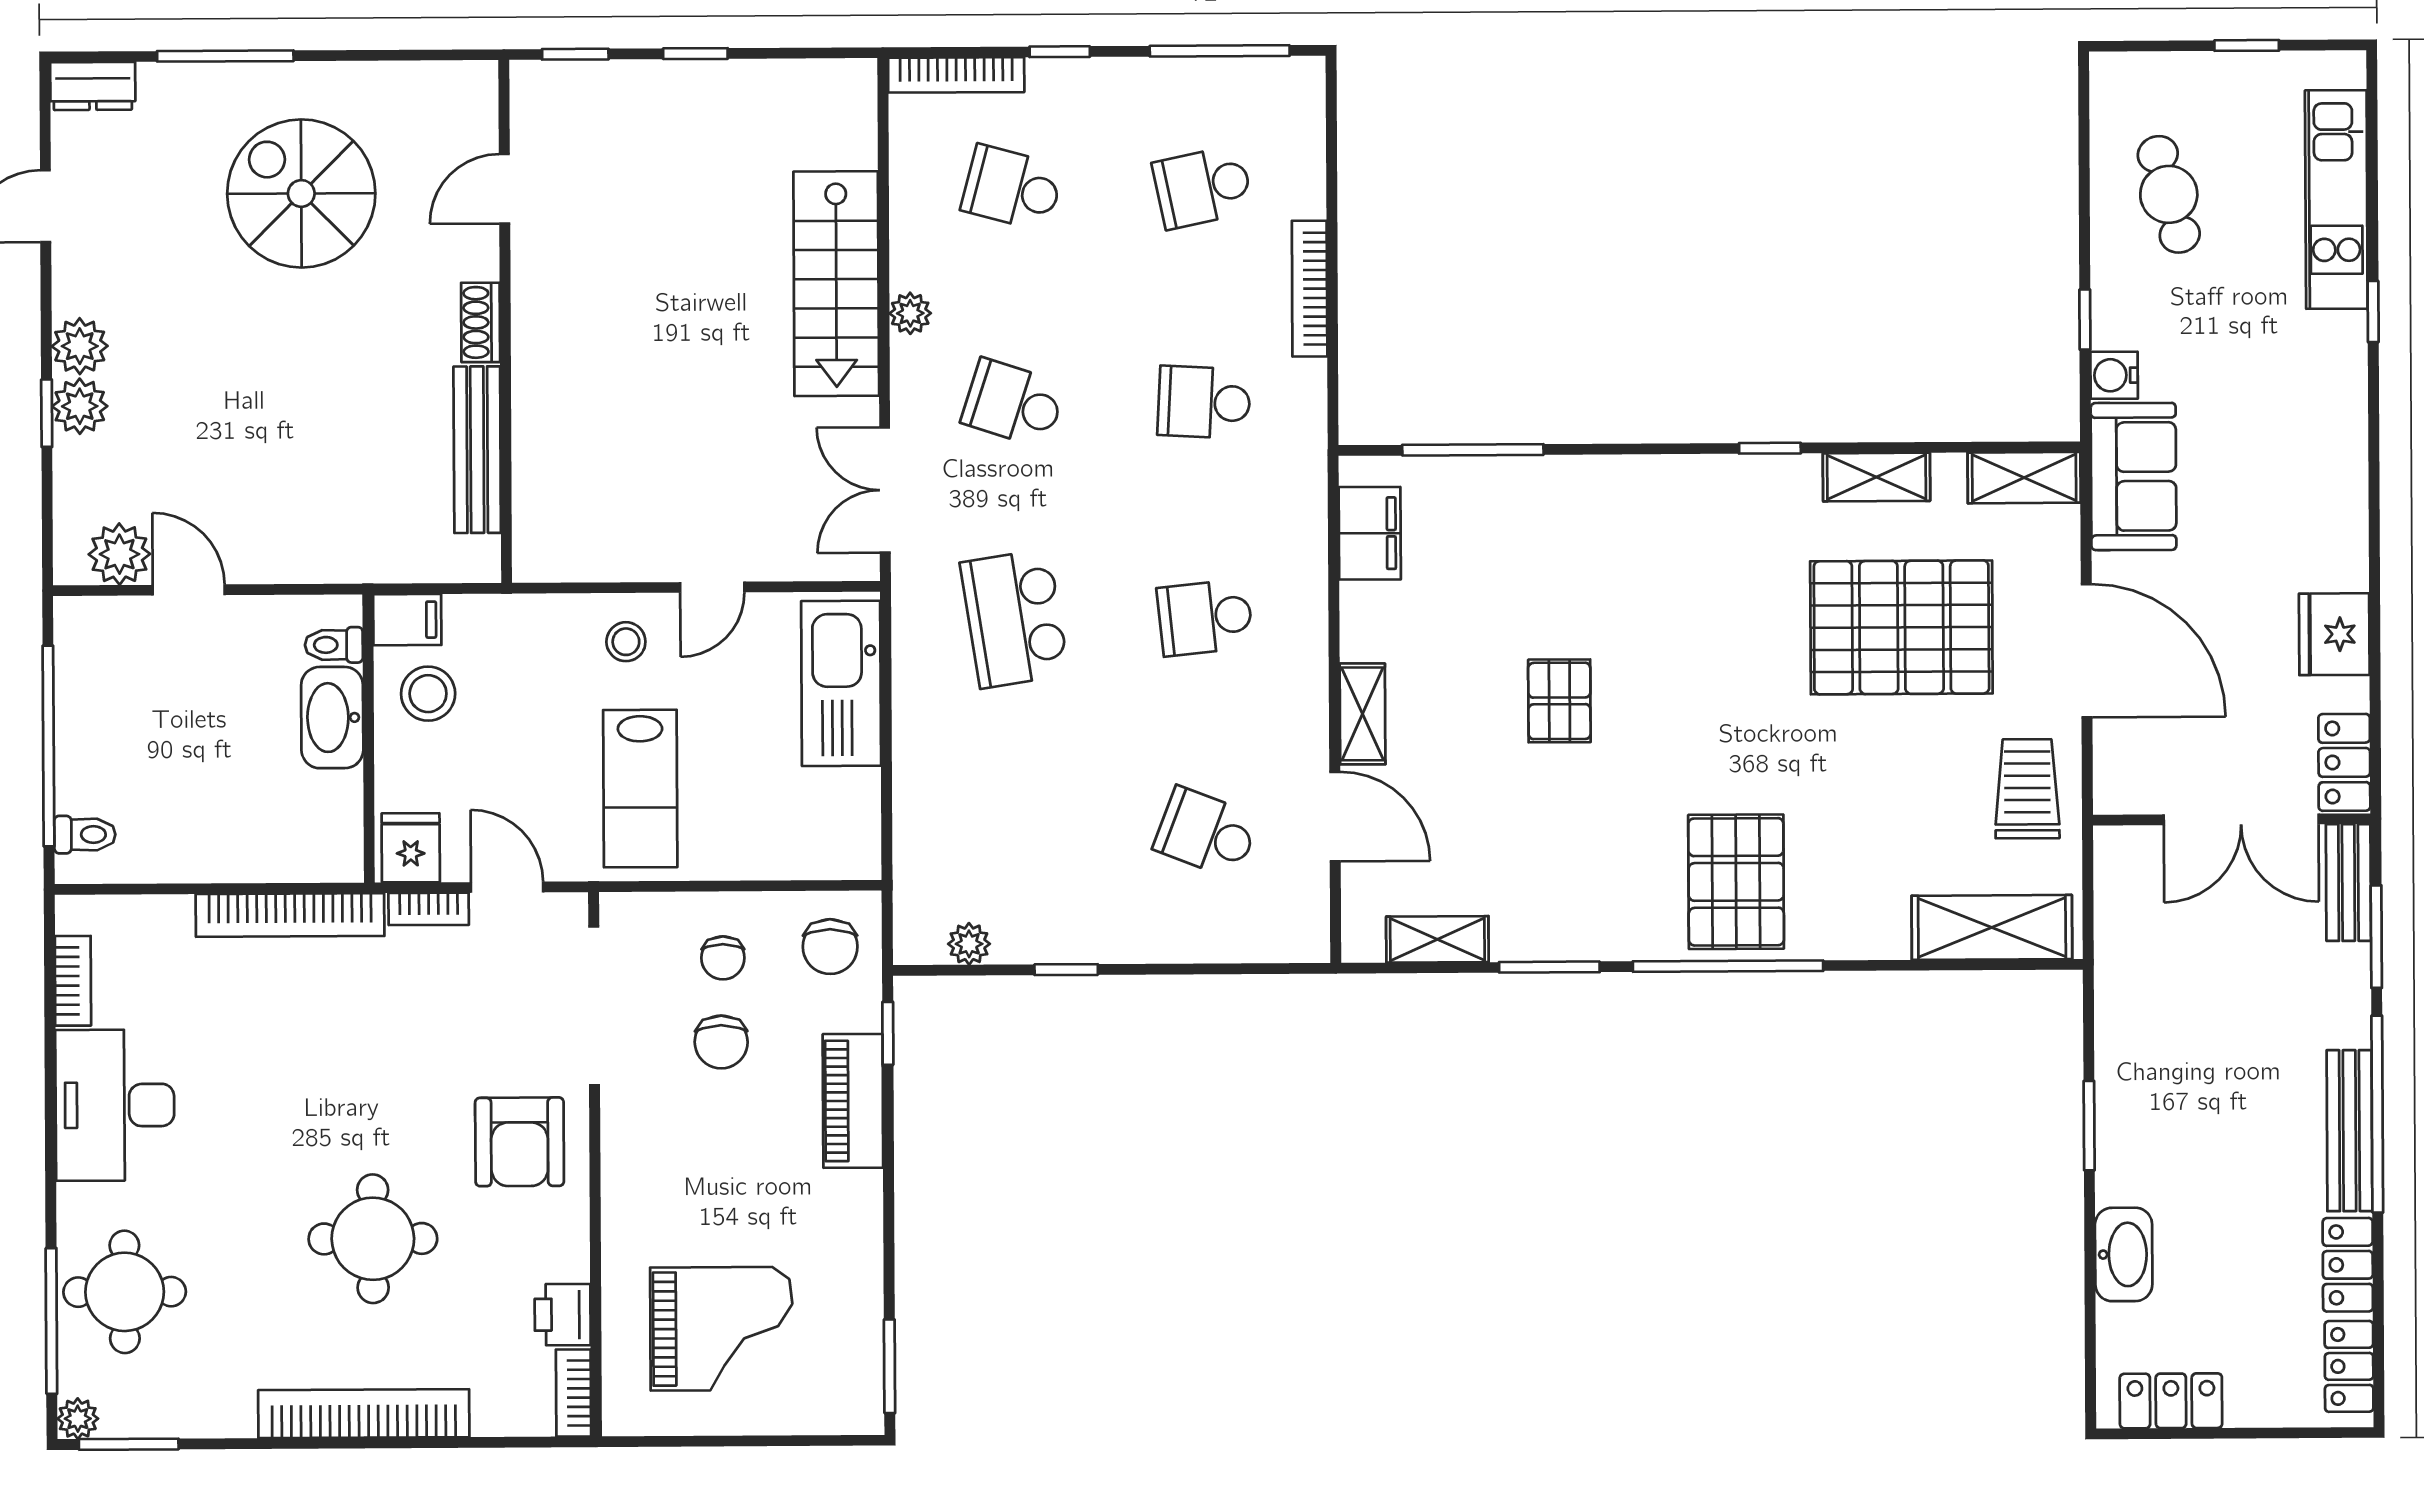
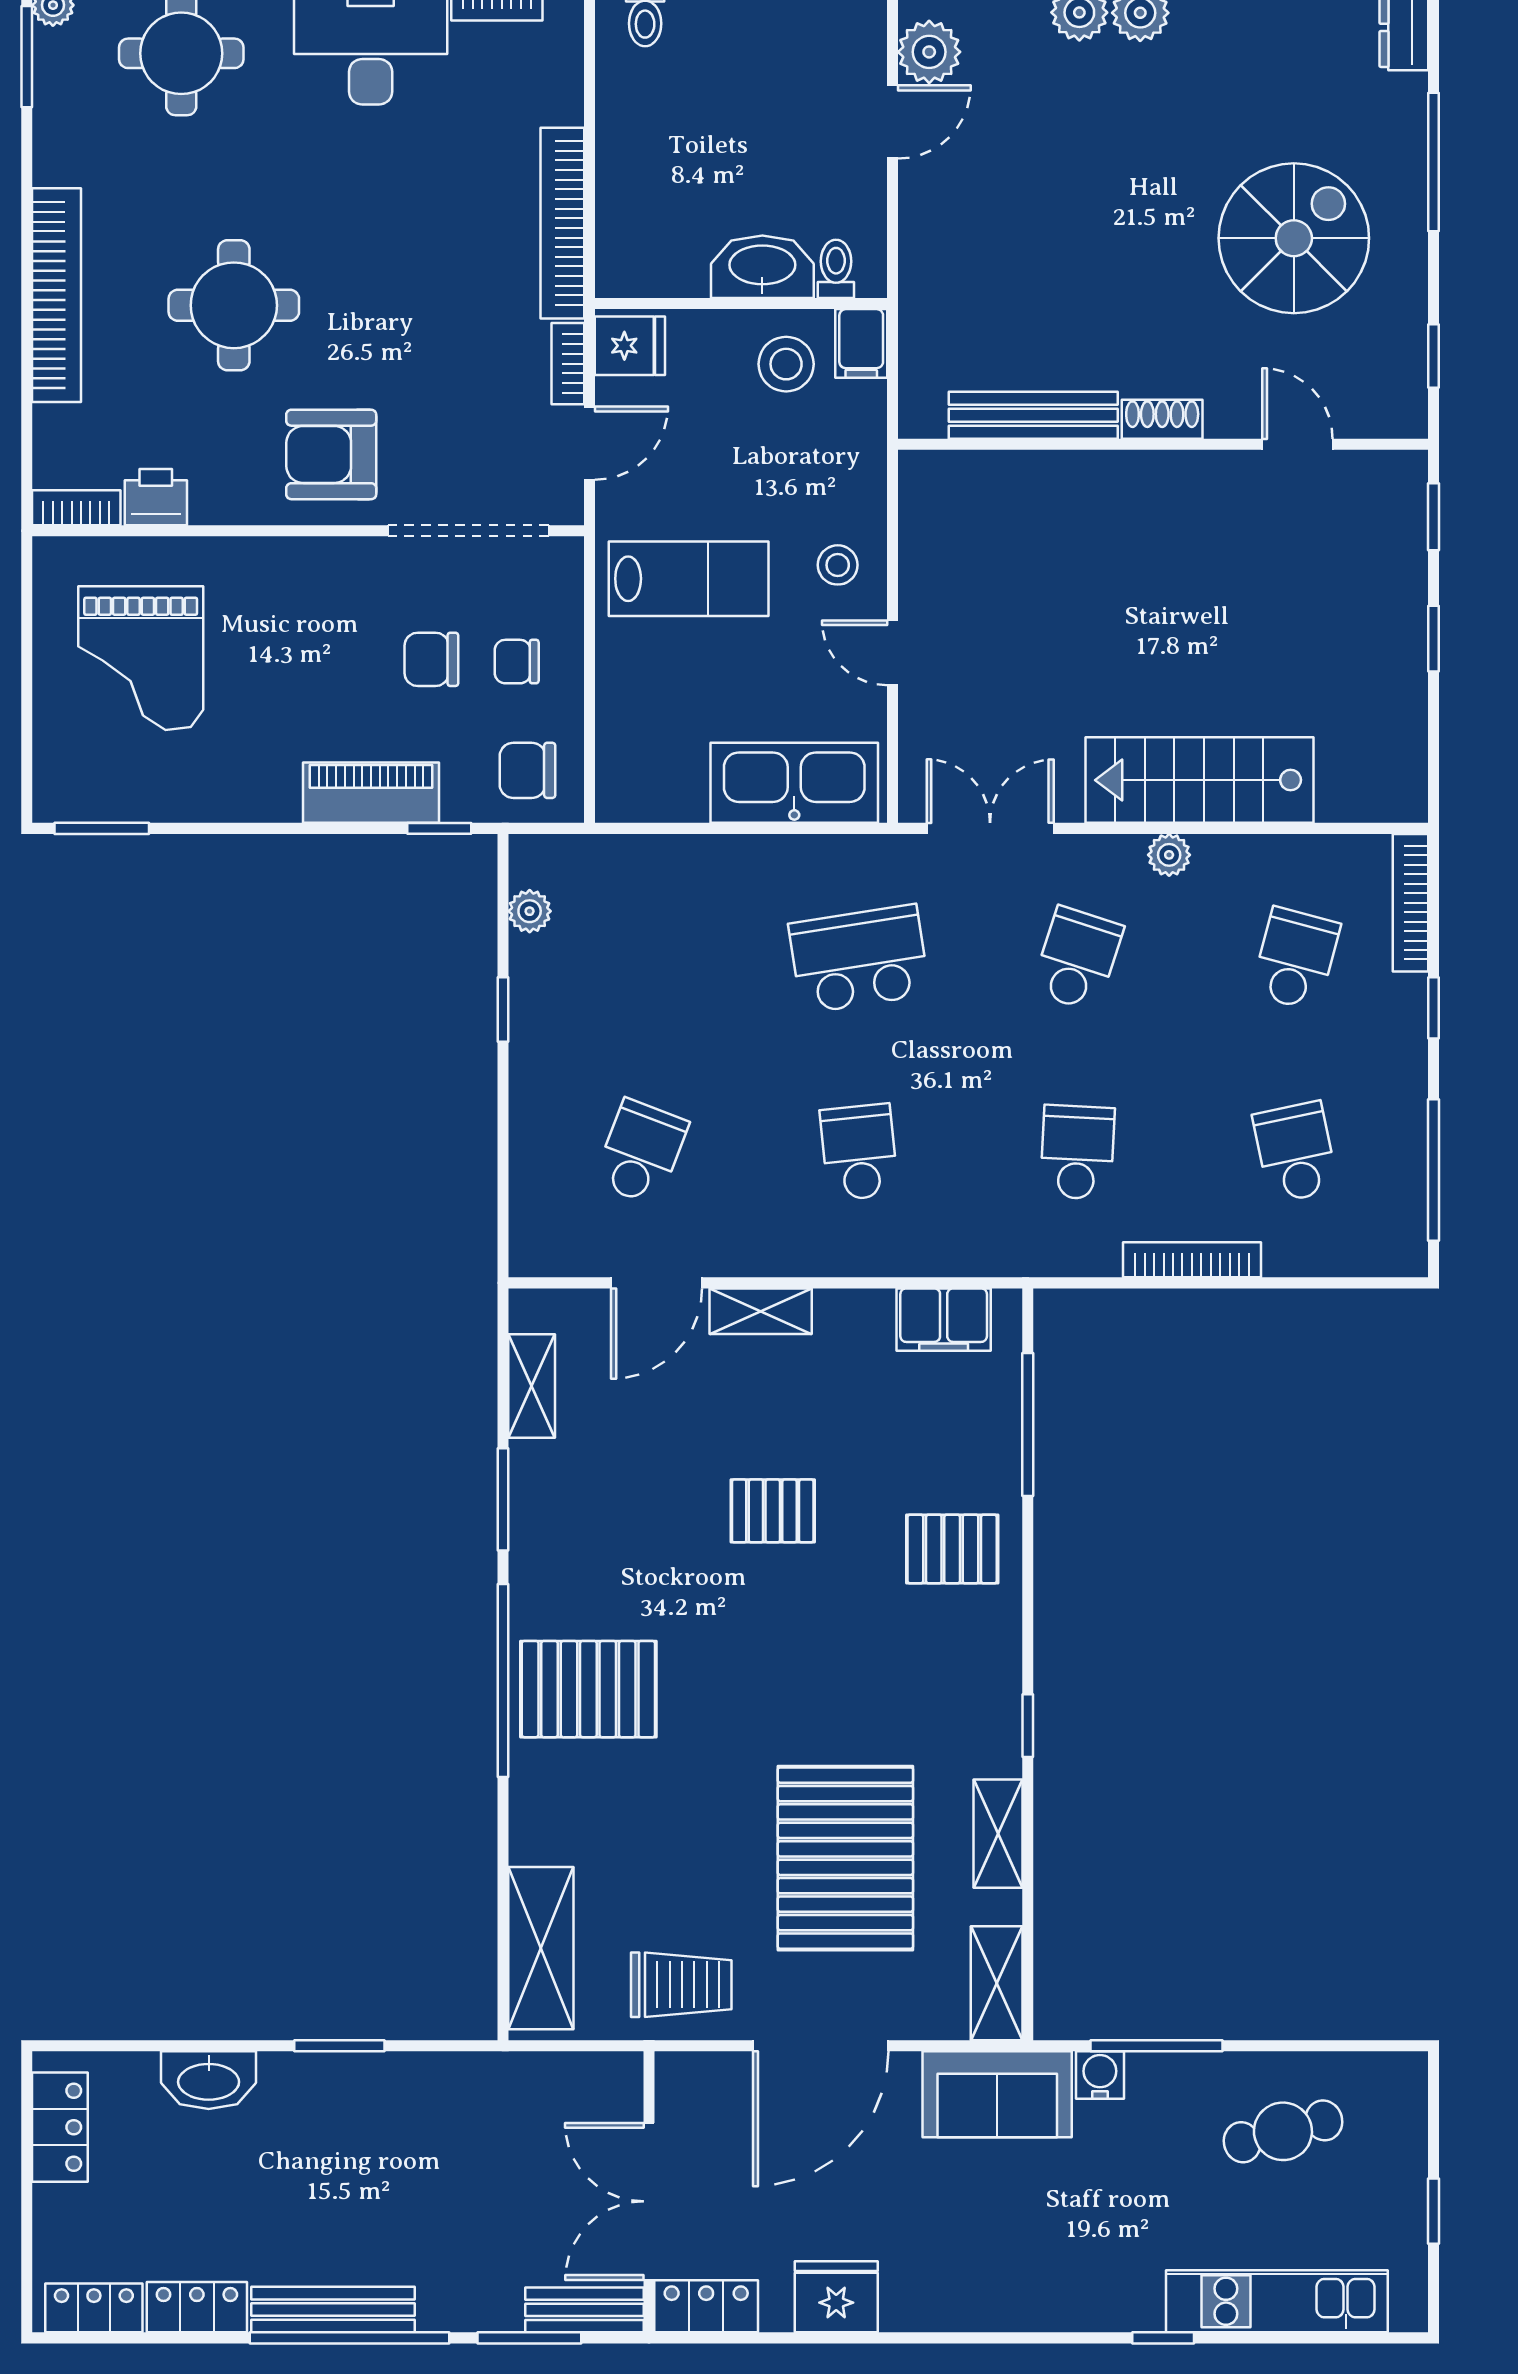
window: (417, 55) -> (1434, 356), added
window: (2085, 320) -> (1157, 2046), width x2.17
pallet: (1596, 524) -> (952, 1549), added
lab bench: (640, 789) -> (689, 579), turned 180

